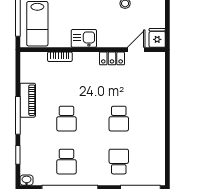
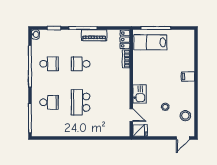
kitchen sink: (84, 38) -> (140, 94), moved
locker: (112, 58) -> (125, 39), moved
school desk: (119, 119) -> (81, 102), width x1.85
school desk: (66, 162) -> (49, 64), turned 180

